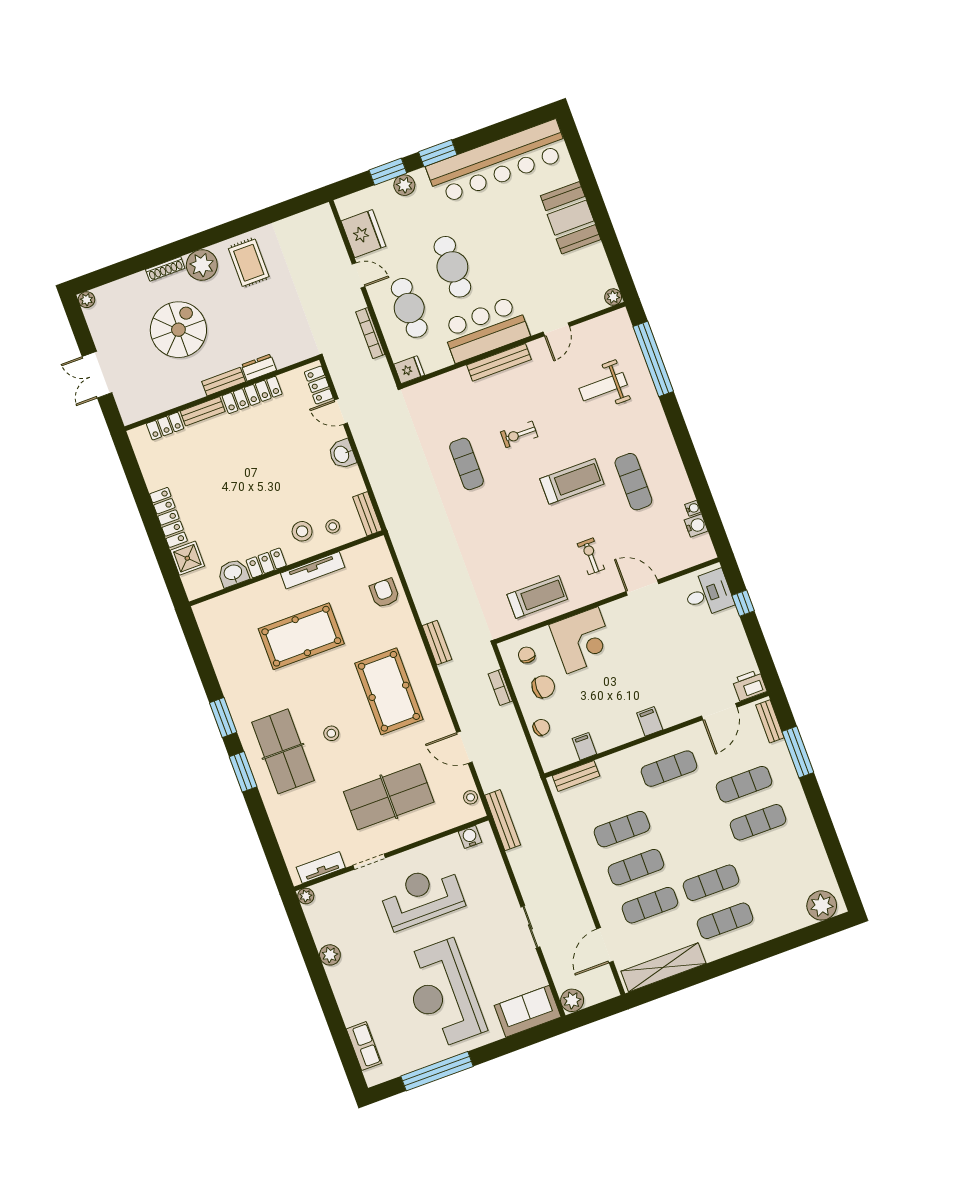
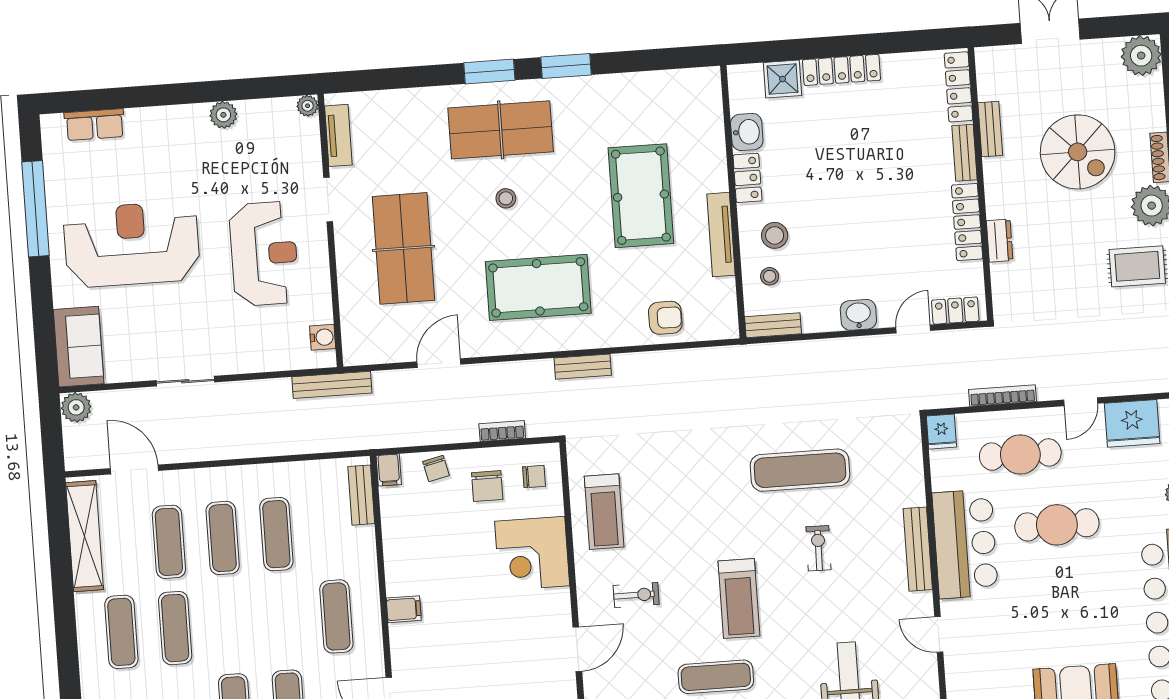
plant: (87, 300) -> (1141, 56), width x1.87, depth x1.87
bench: (224, 382) -> (990, 129), moved
locker: (165, 426) -> (958, 87), width x1.53
exercise mat: (466, 464) -> (800, 470), width x1.36, depth x1.45
filing cabinet: (584, 746) -> (389, 470), moved, turned 90
stool: (471, 797) -> (373, 352), removed

